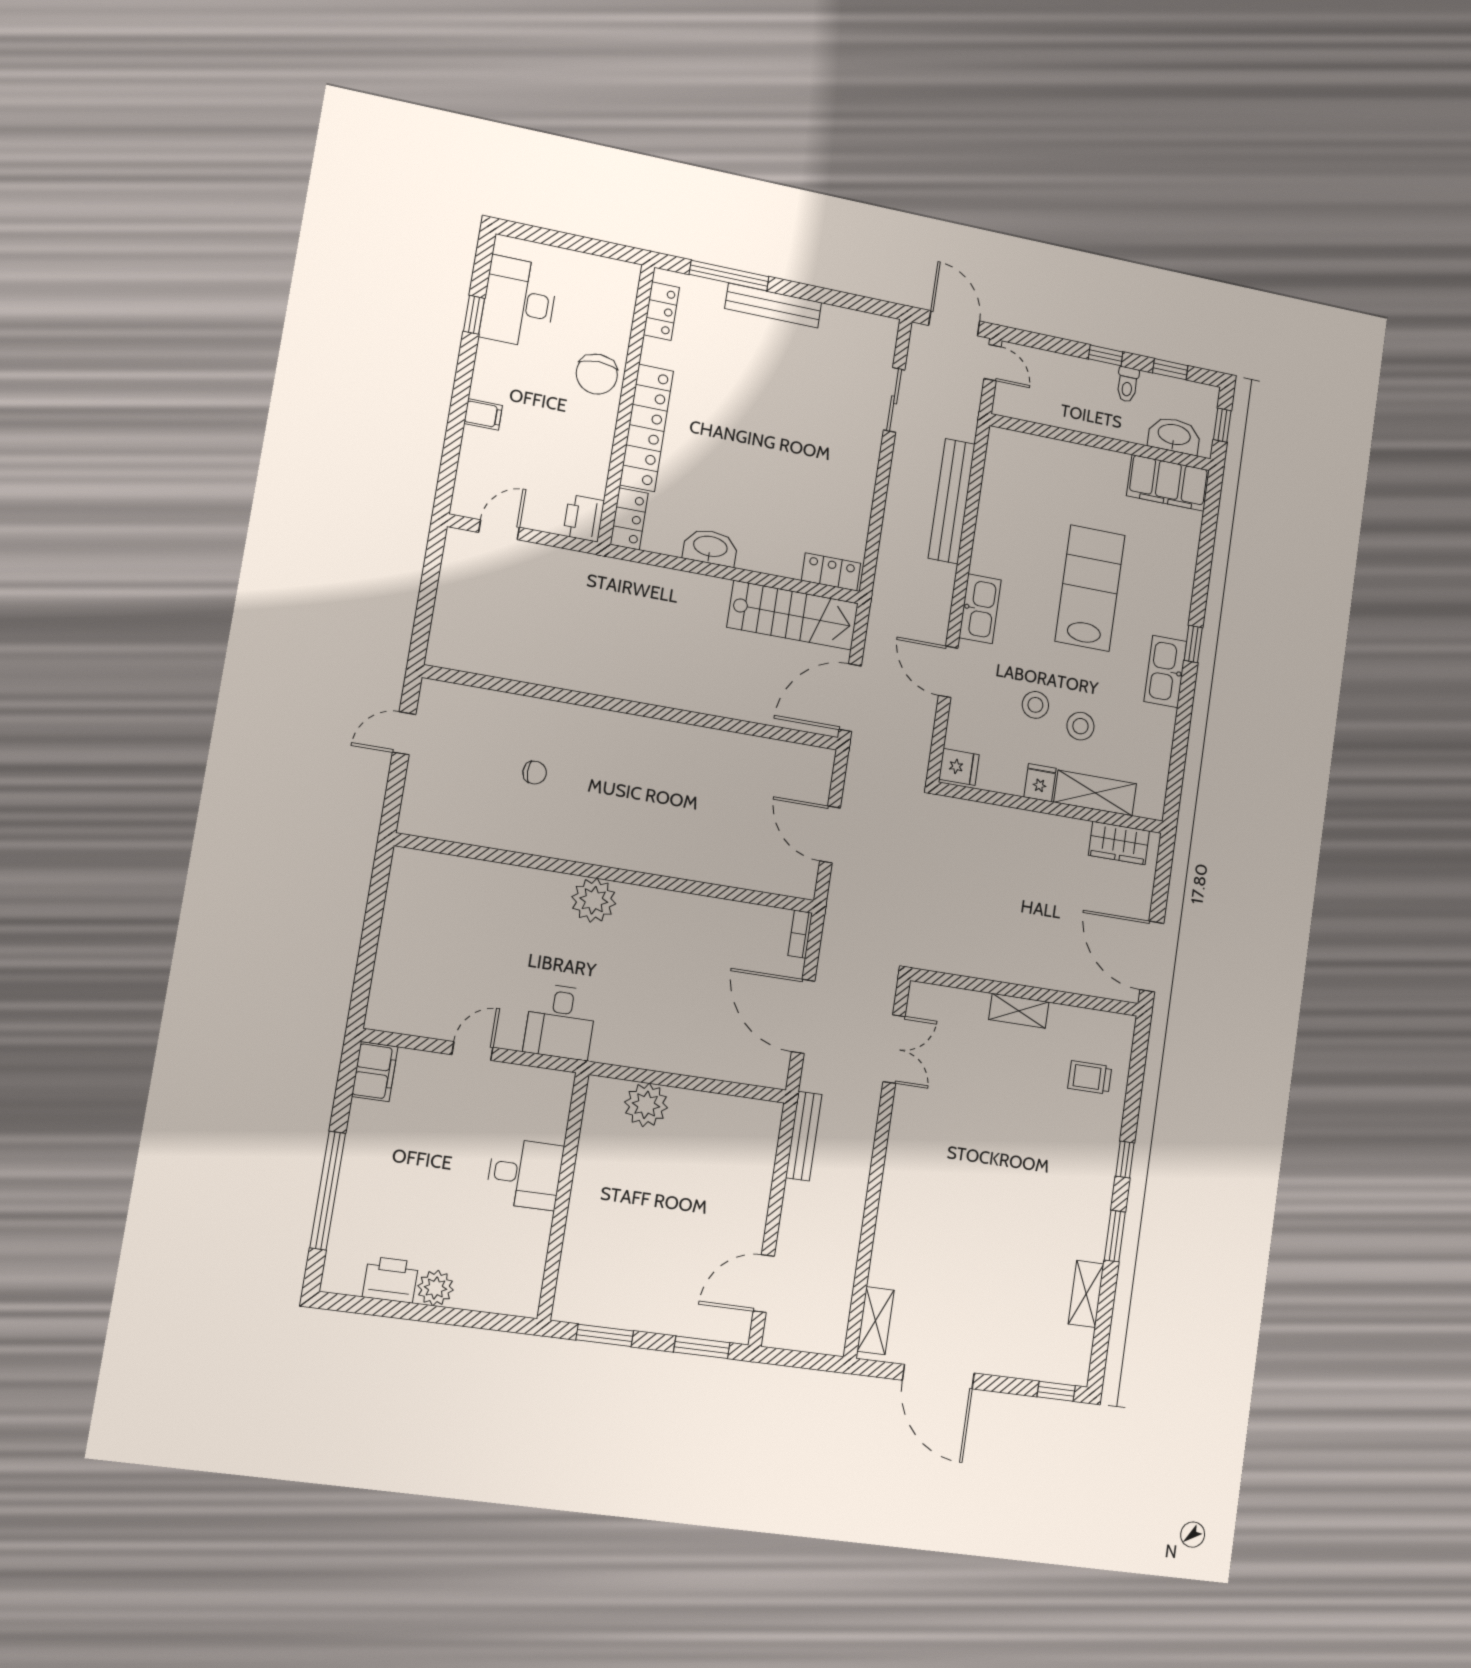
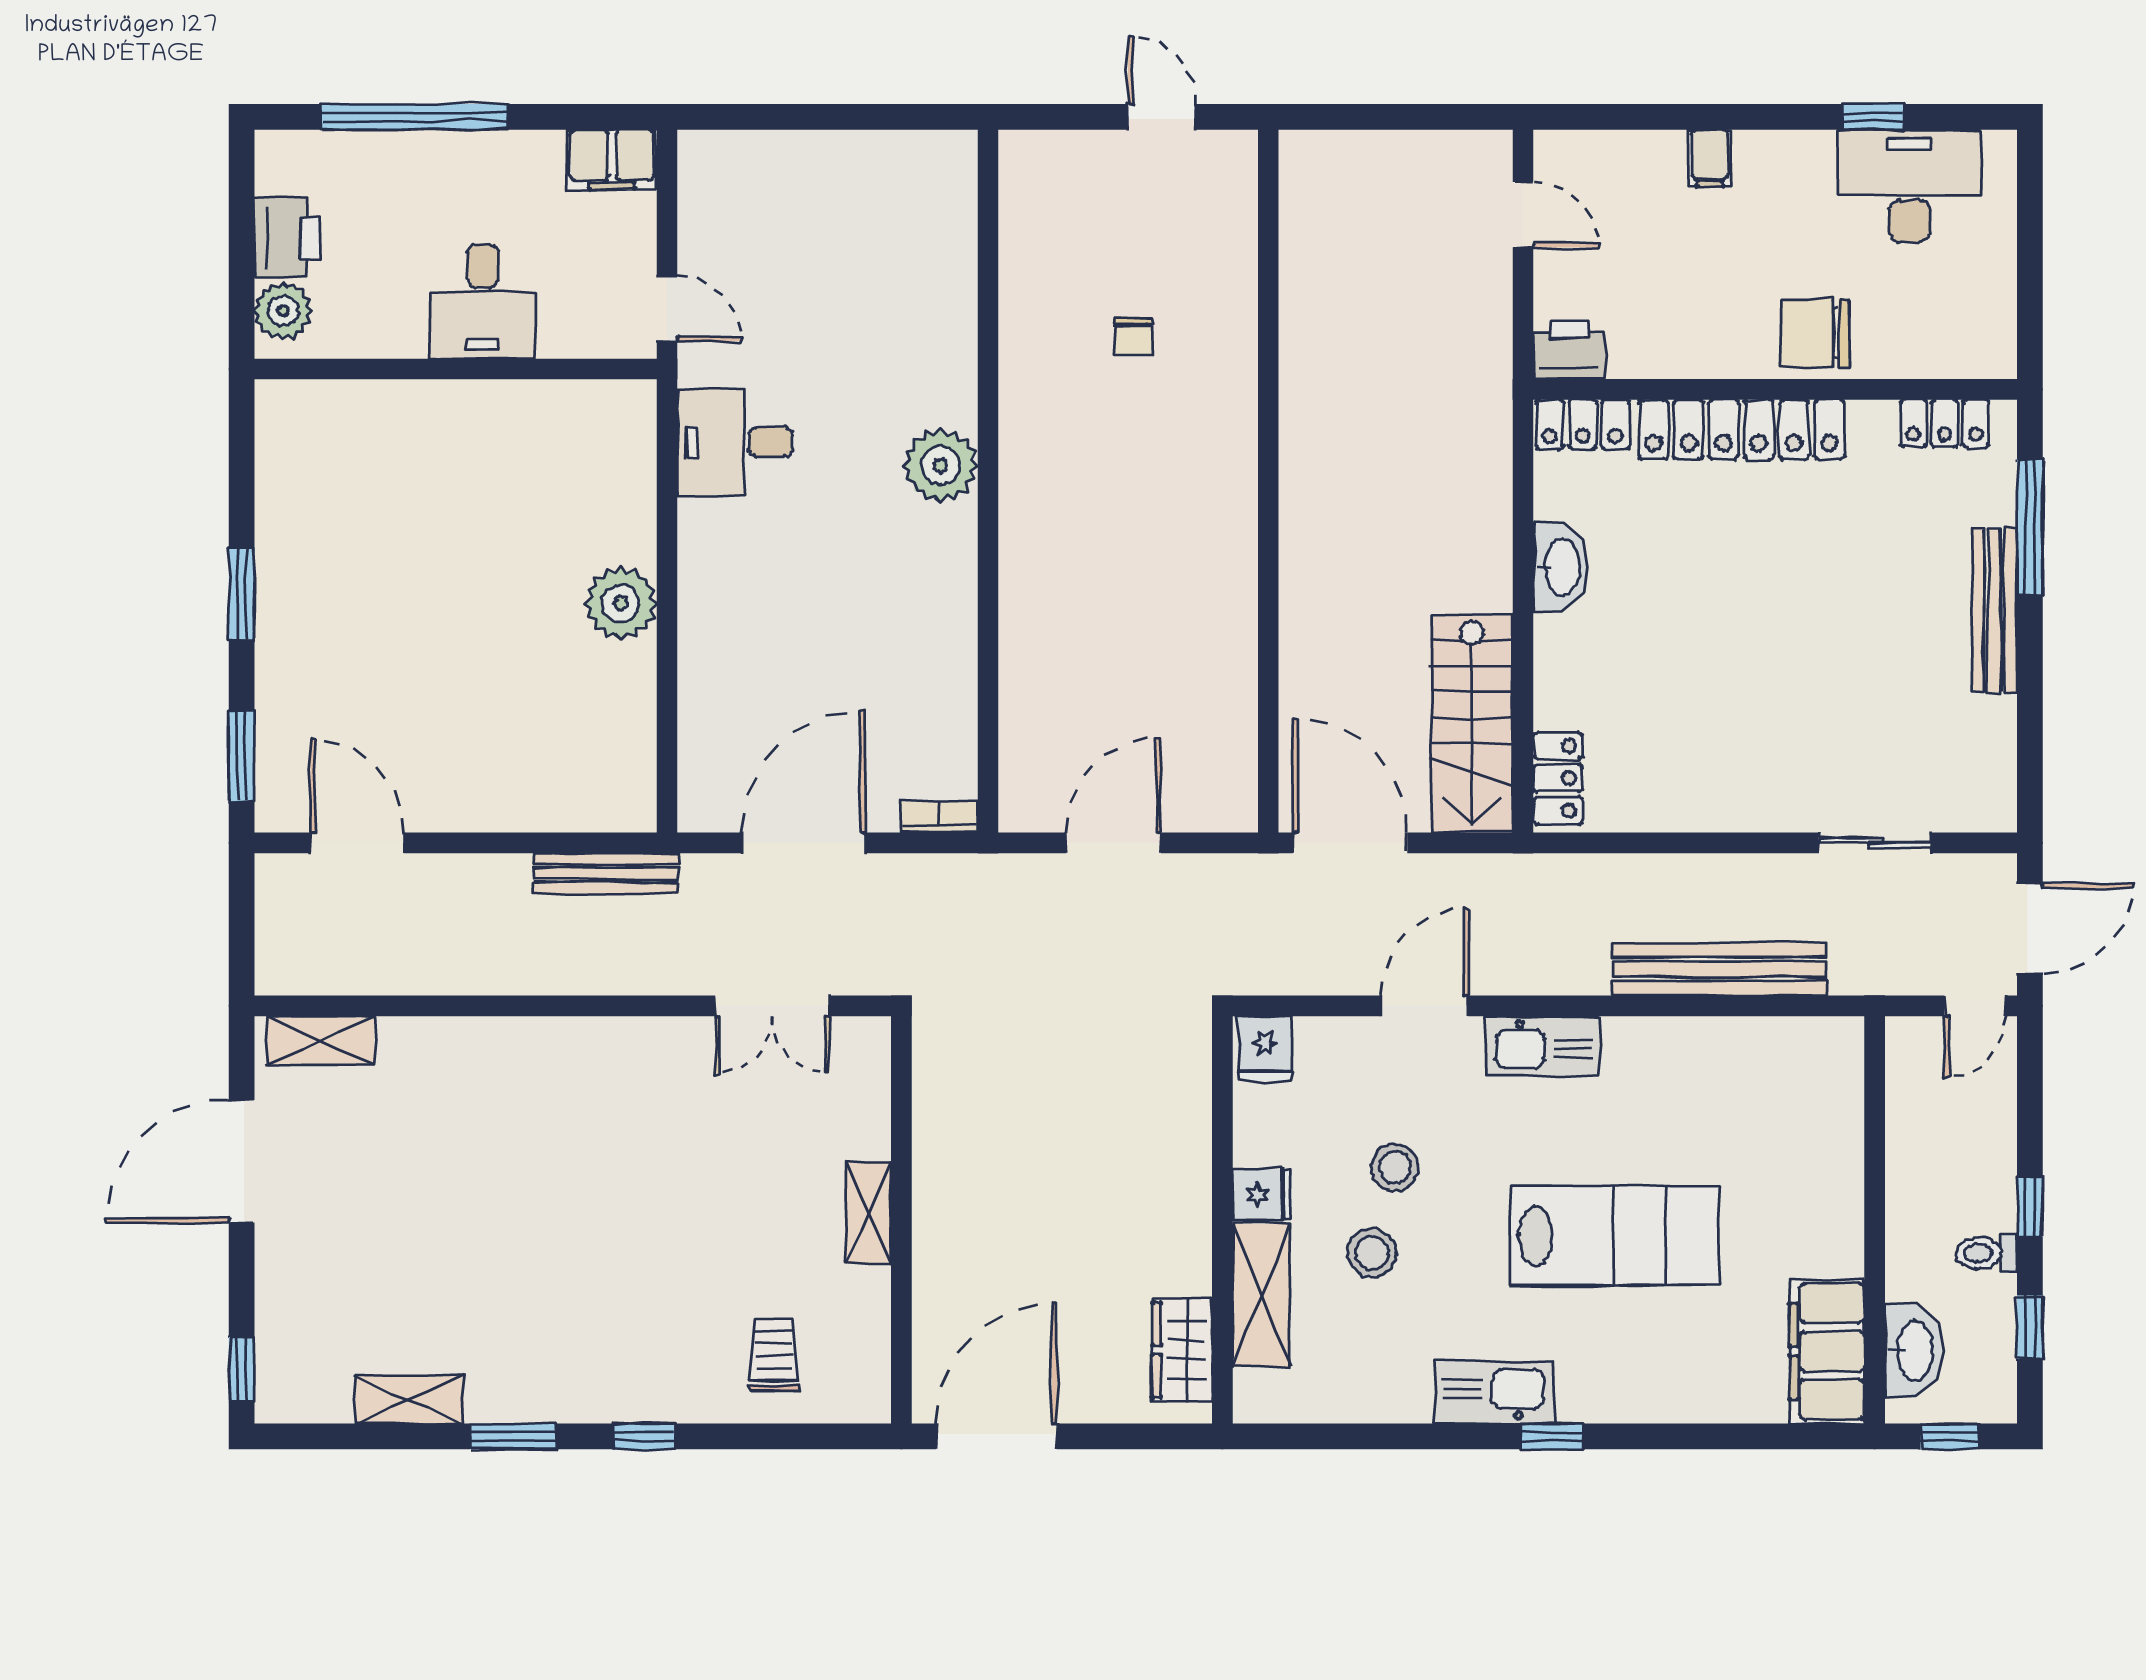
desk: (525, 1174) -> (483, 301), moved
wall: (563, 1196) -> (456, 369), moved

